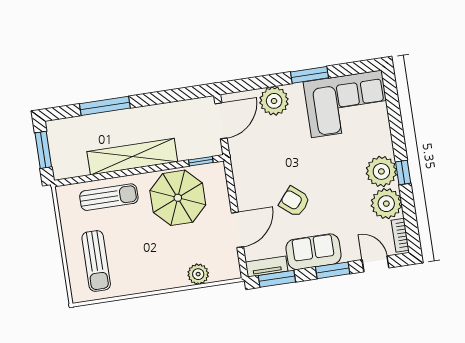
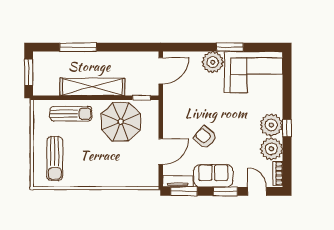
plant: (274, 101) -> (213, 62), moved
plant: (198, 274) -> (127, 179), removed

